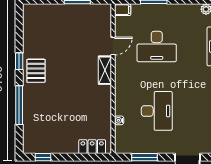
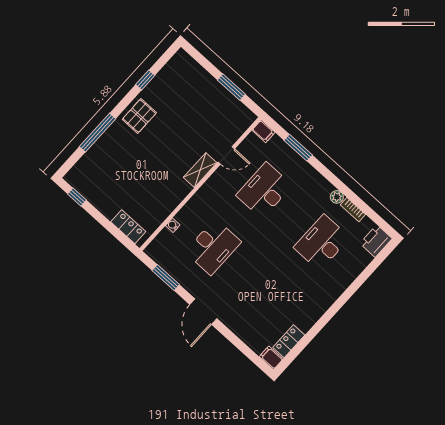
desk: (157, 46) -> (264, 190), turned 90
window: (19, 61) -> (145, 80), moved

